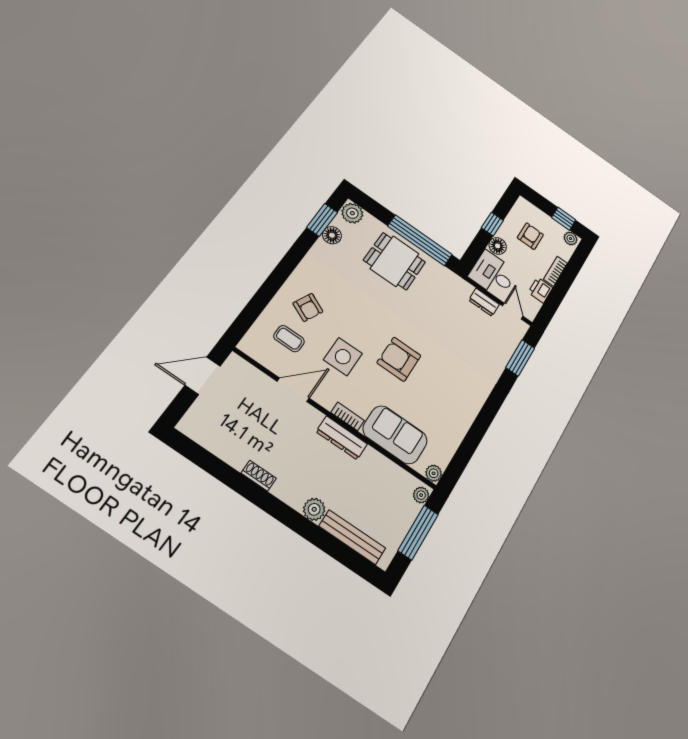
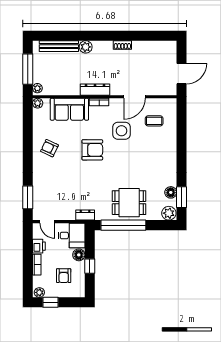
dresser: (484, 302) -> (85, 215), moved
armchair: (308, 307) -> (49, 148), moved

